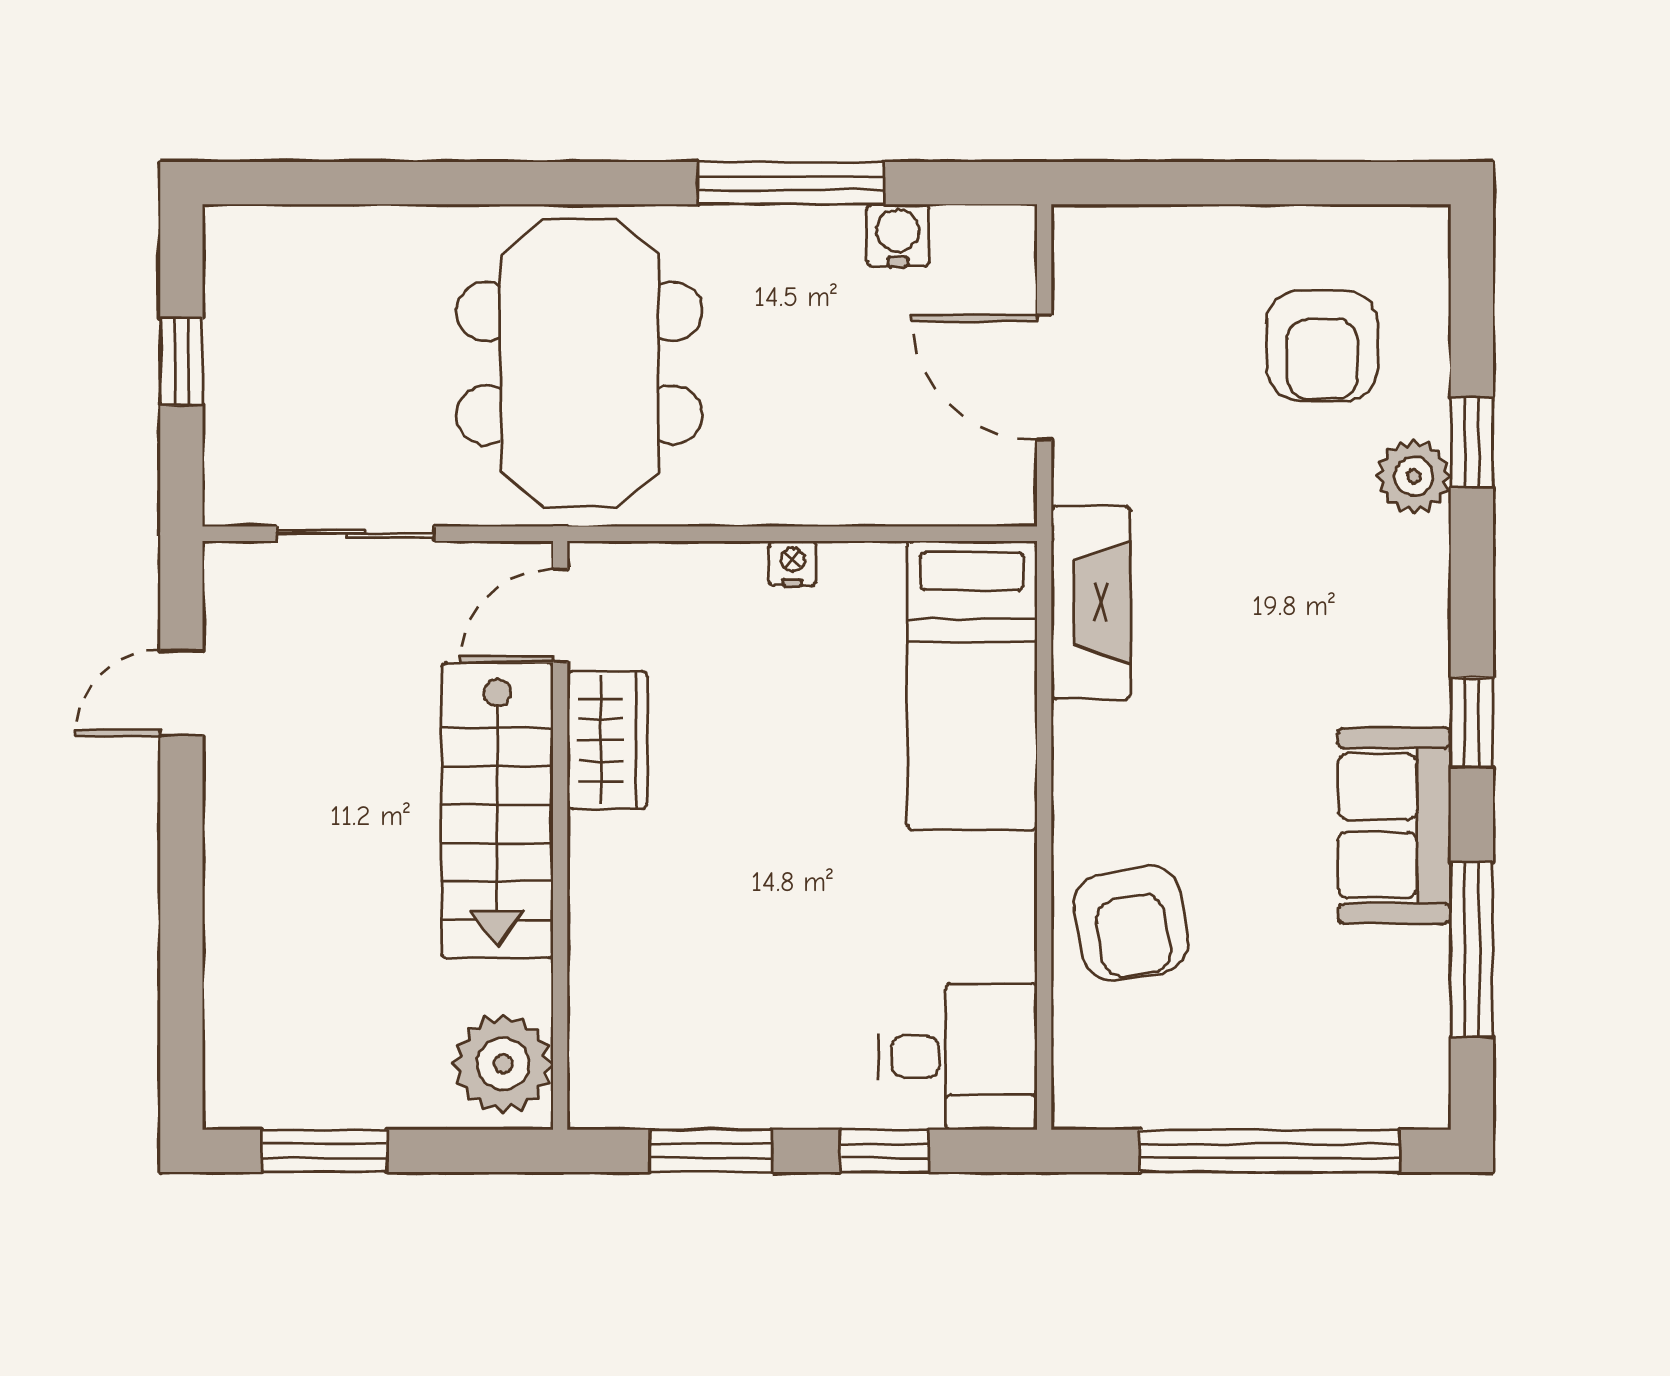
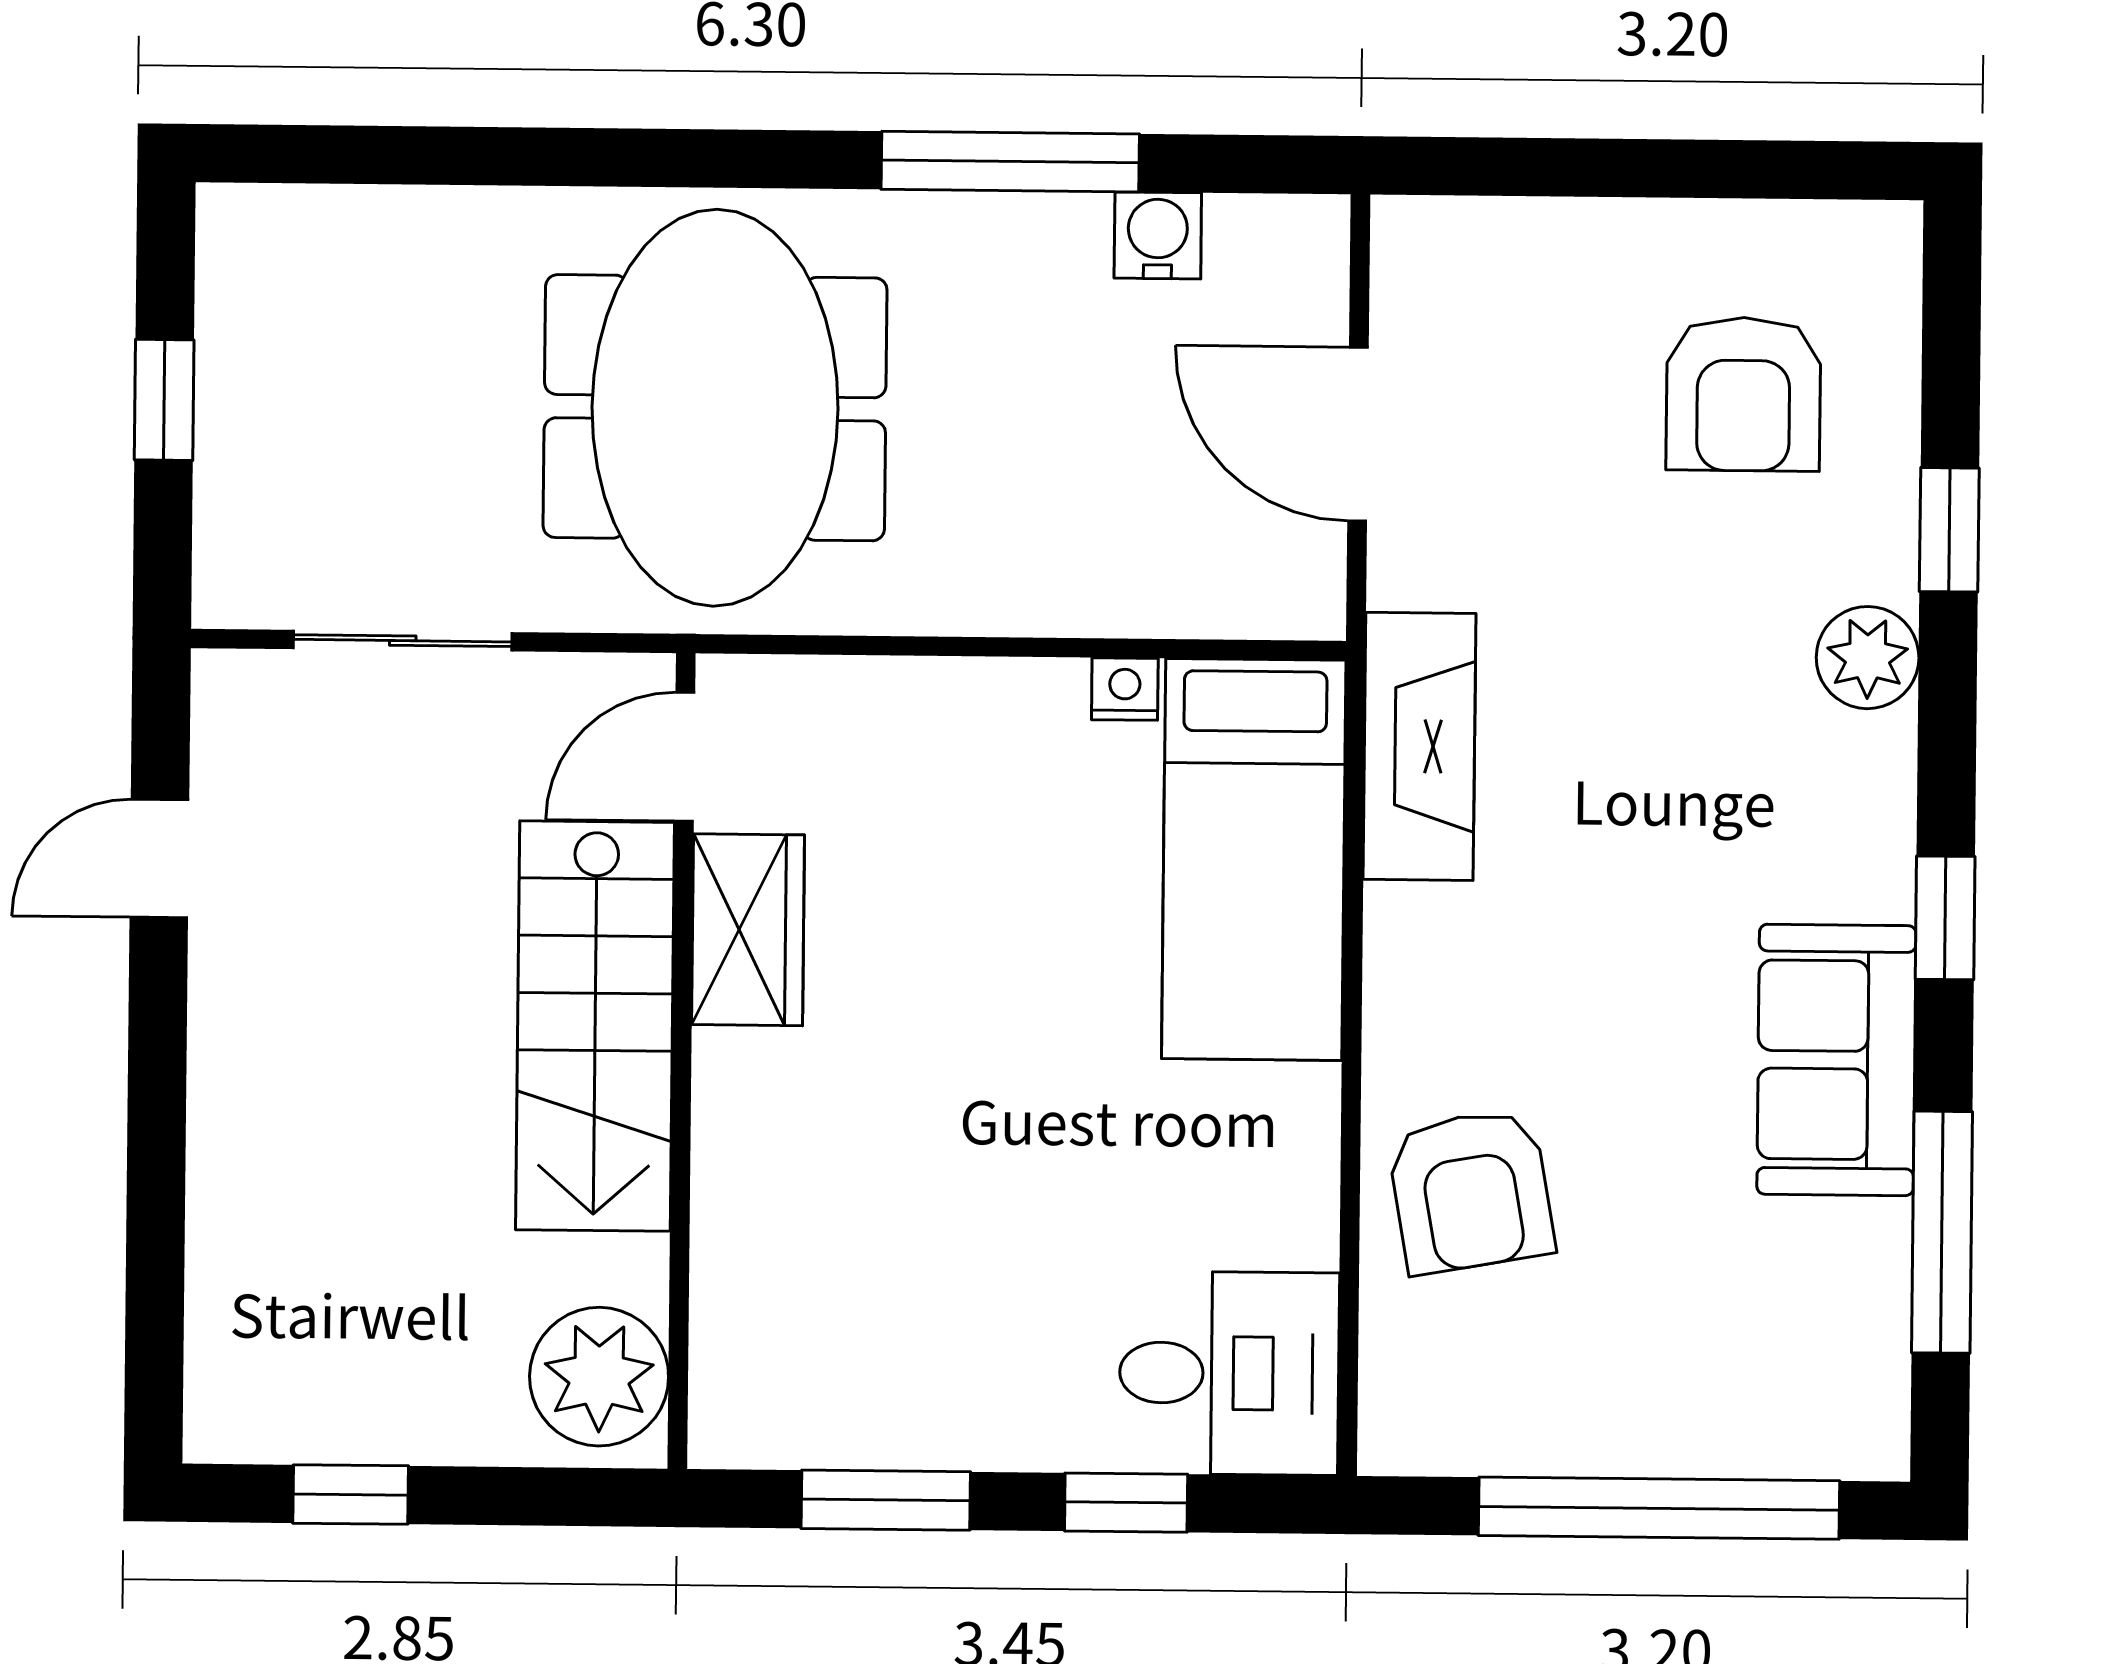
plant: (1414, 476) -> (1868, 658), moved
nightstand: (792, 563) -> (1125, 689), moved
window: (324, 1151) -> (351, 1494), width x0.67

